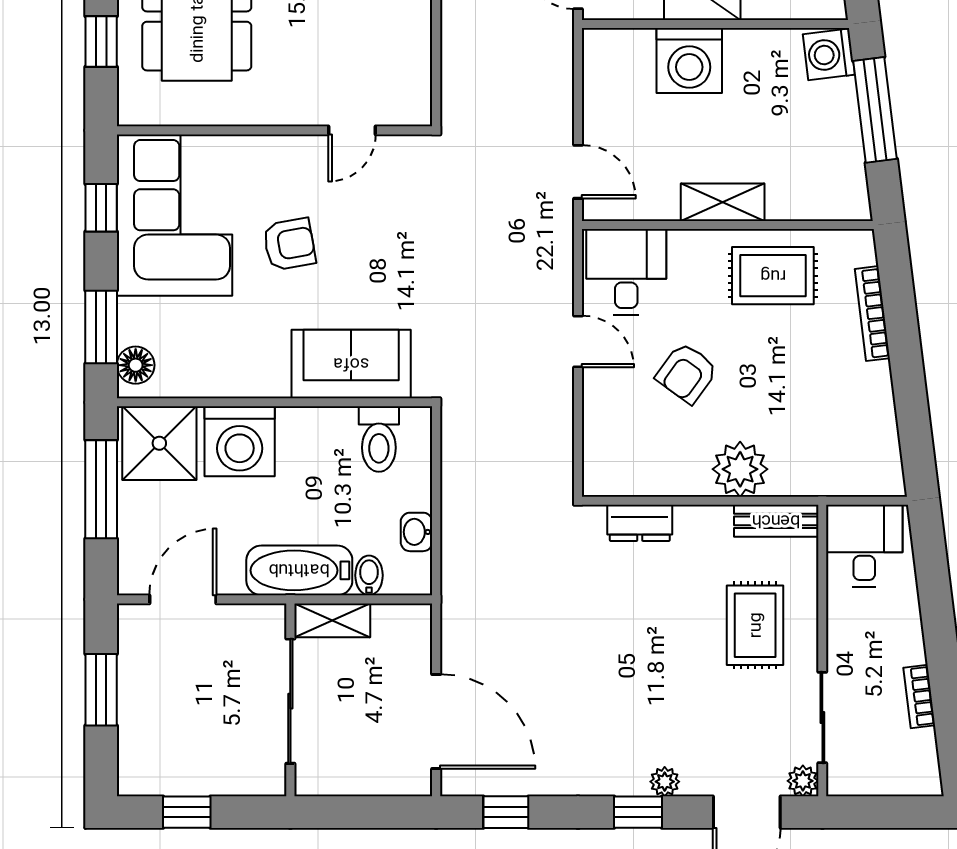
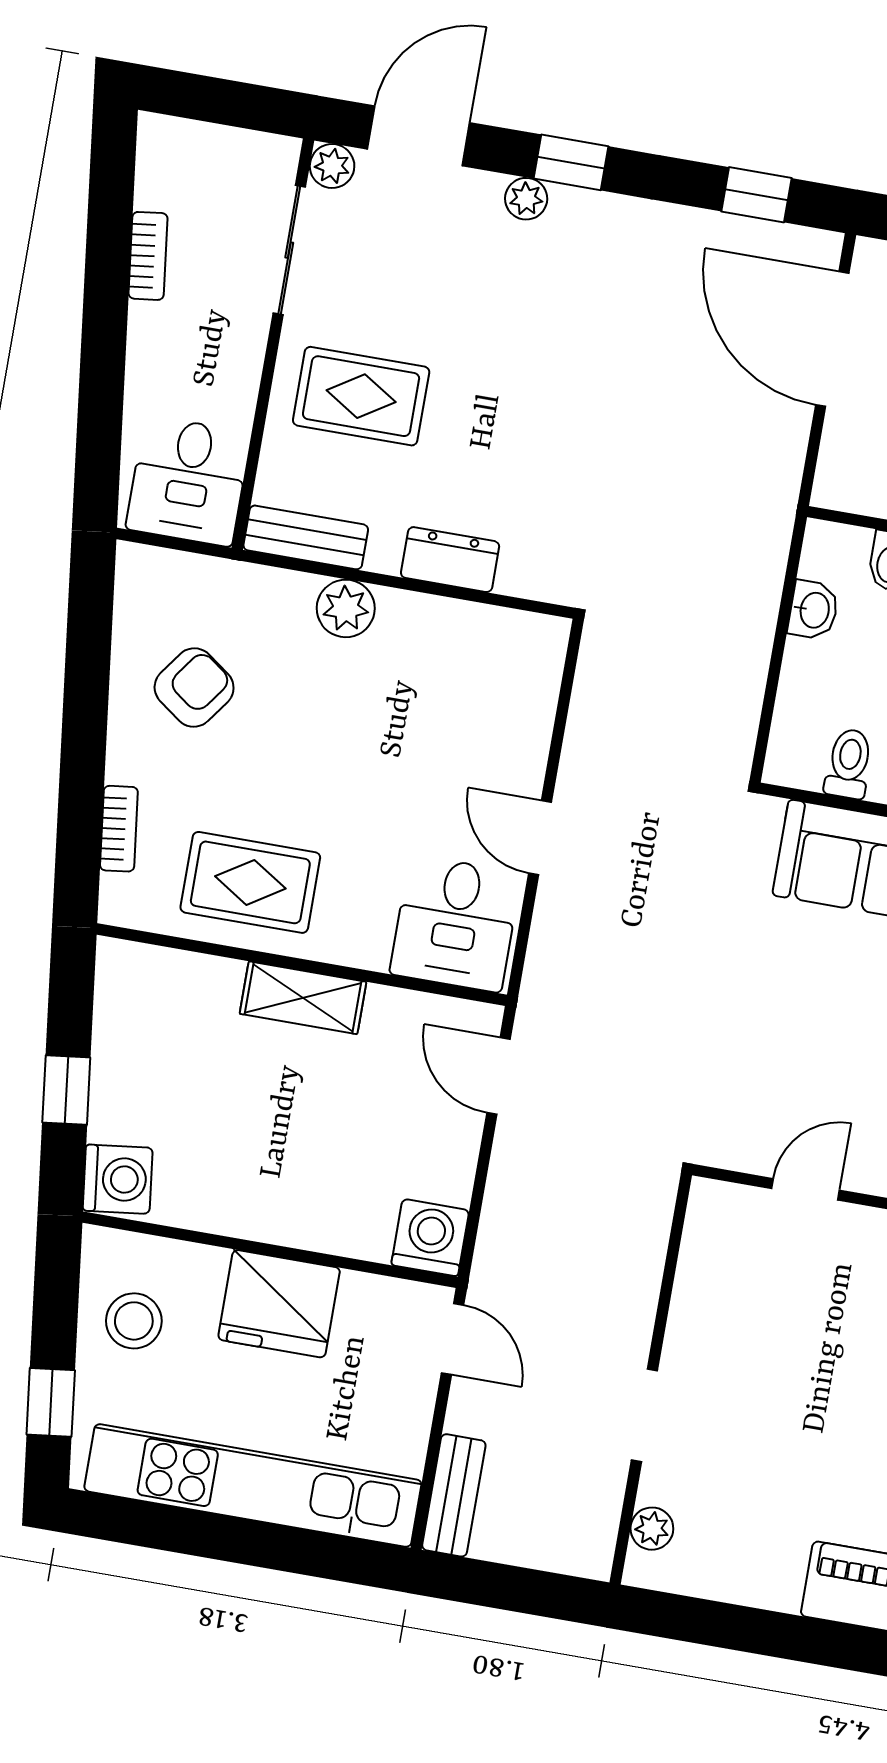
washing machine: (689, 61) -> (430, 1238), moved, width x0.73, depth x0.73
window: (875, 110) -> (66, 1090), width x0.46
bookcase: (872, 314) -> (119, 829), width x0.64
armchair: (687, 373) -> (194, 688), moved
toilet: (379, 439) -> (849, 764), width x0.73, depth x0.72
plant: (740, 469) -> (346, 608), width x0.73, depth x0.73
dresser: (640, 523) -> (450, 560), moved
rug: (755, 625) -> (361, 396), turned 90

